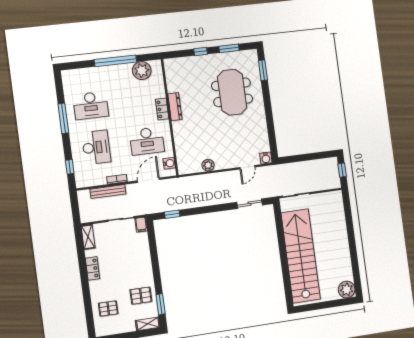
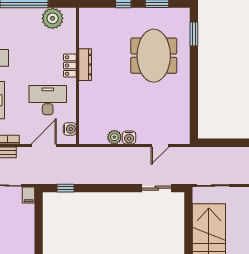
desk: (147, 141) -> (48, 100), turned 180
water cooler: (266, 158) -> (129, 137), moved

